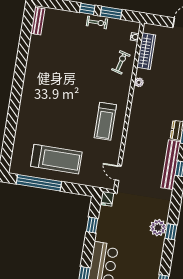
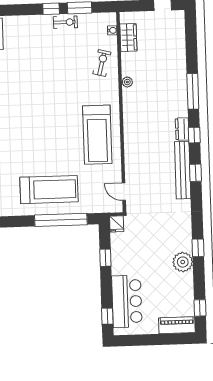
wardrobe: (146, 51) -> (128, 37), width x0.67
treadmill: (105, 121) -> (97, 135), width x1.37, depth x1.38
window: (39, 183) -> (61, 220), moved
plant: (158, 228) -> (183, 262), moved

